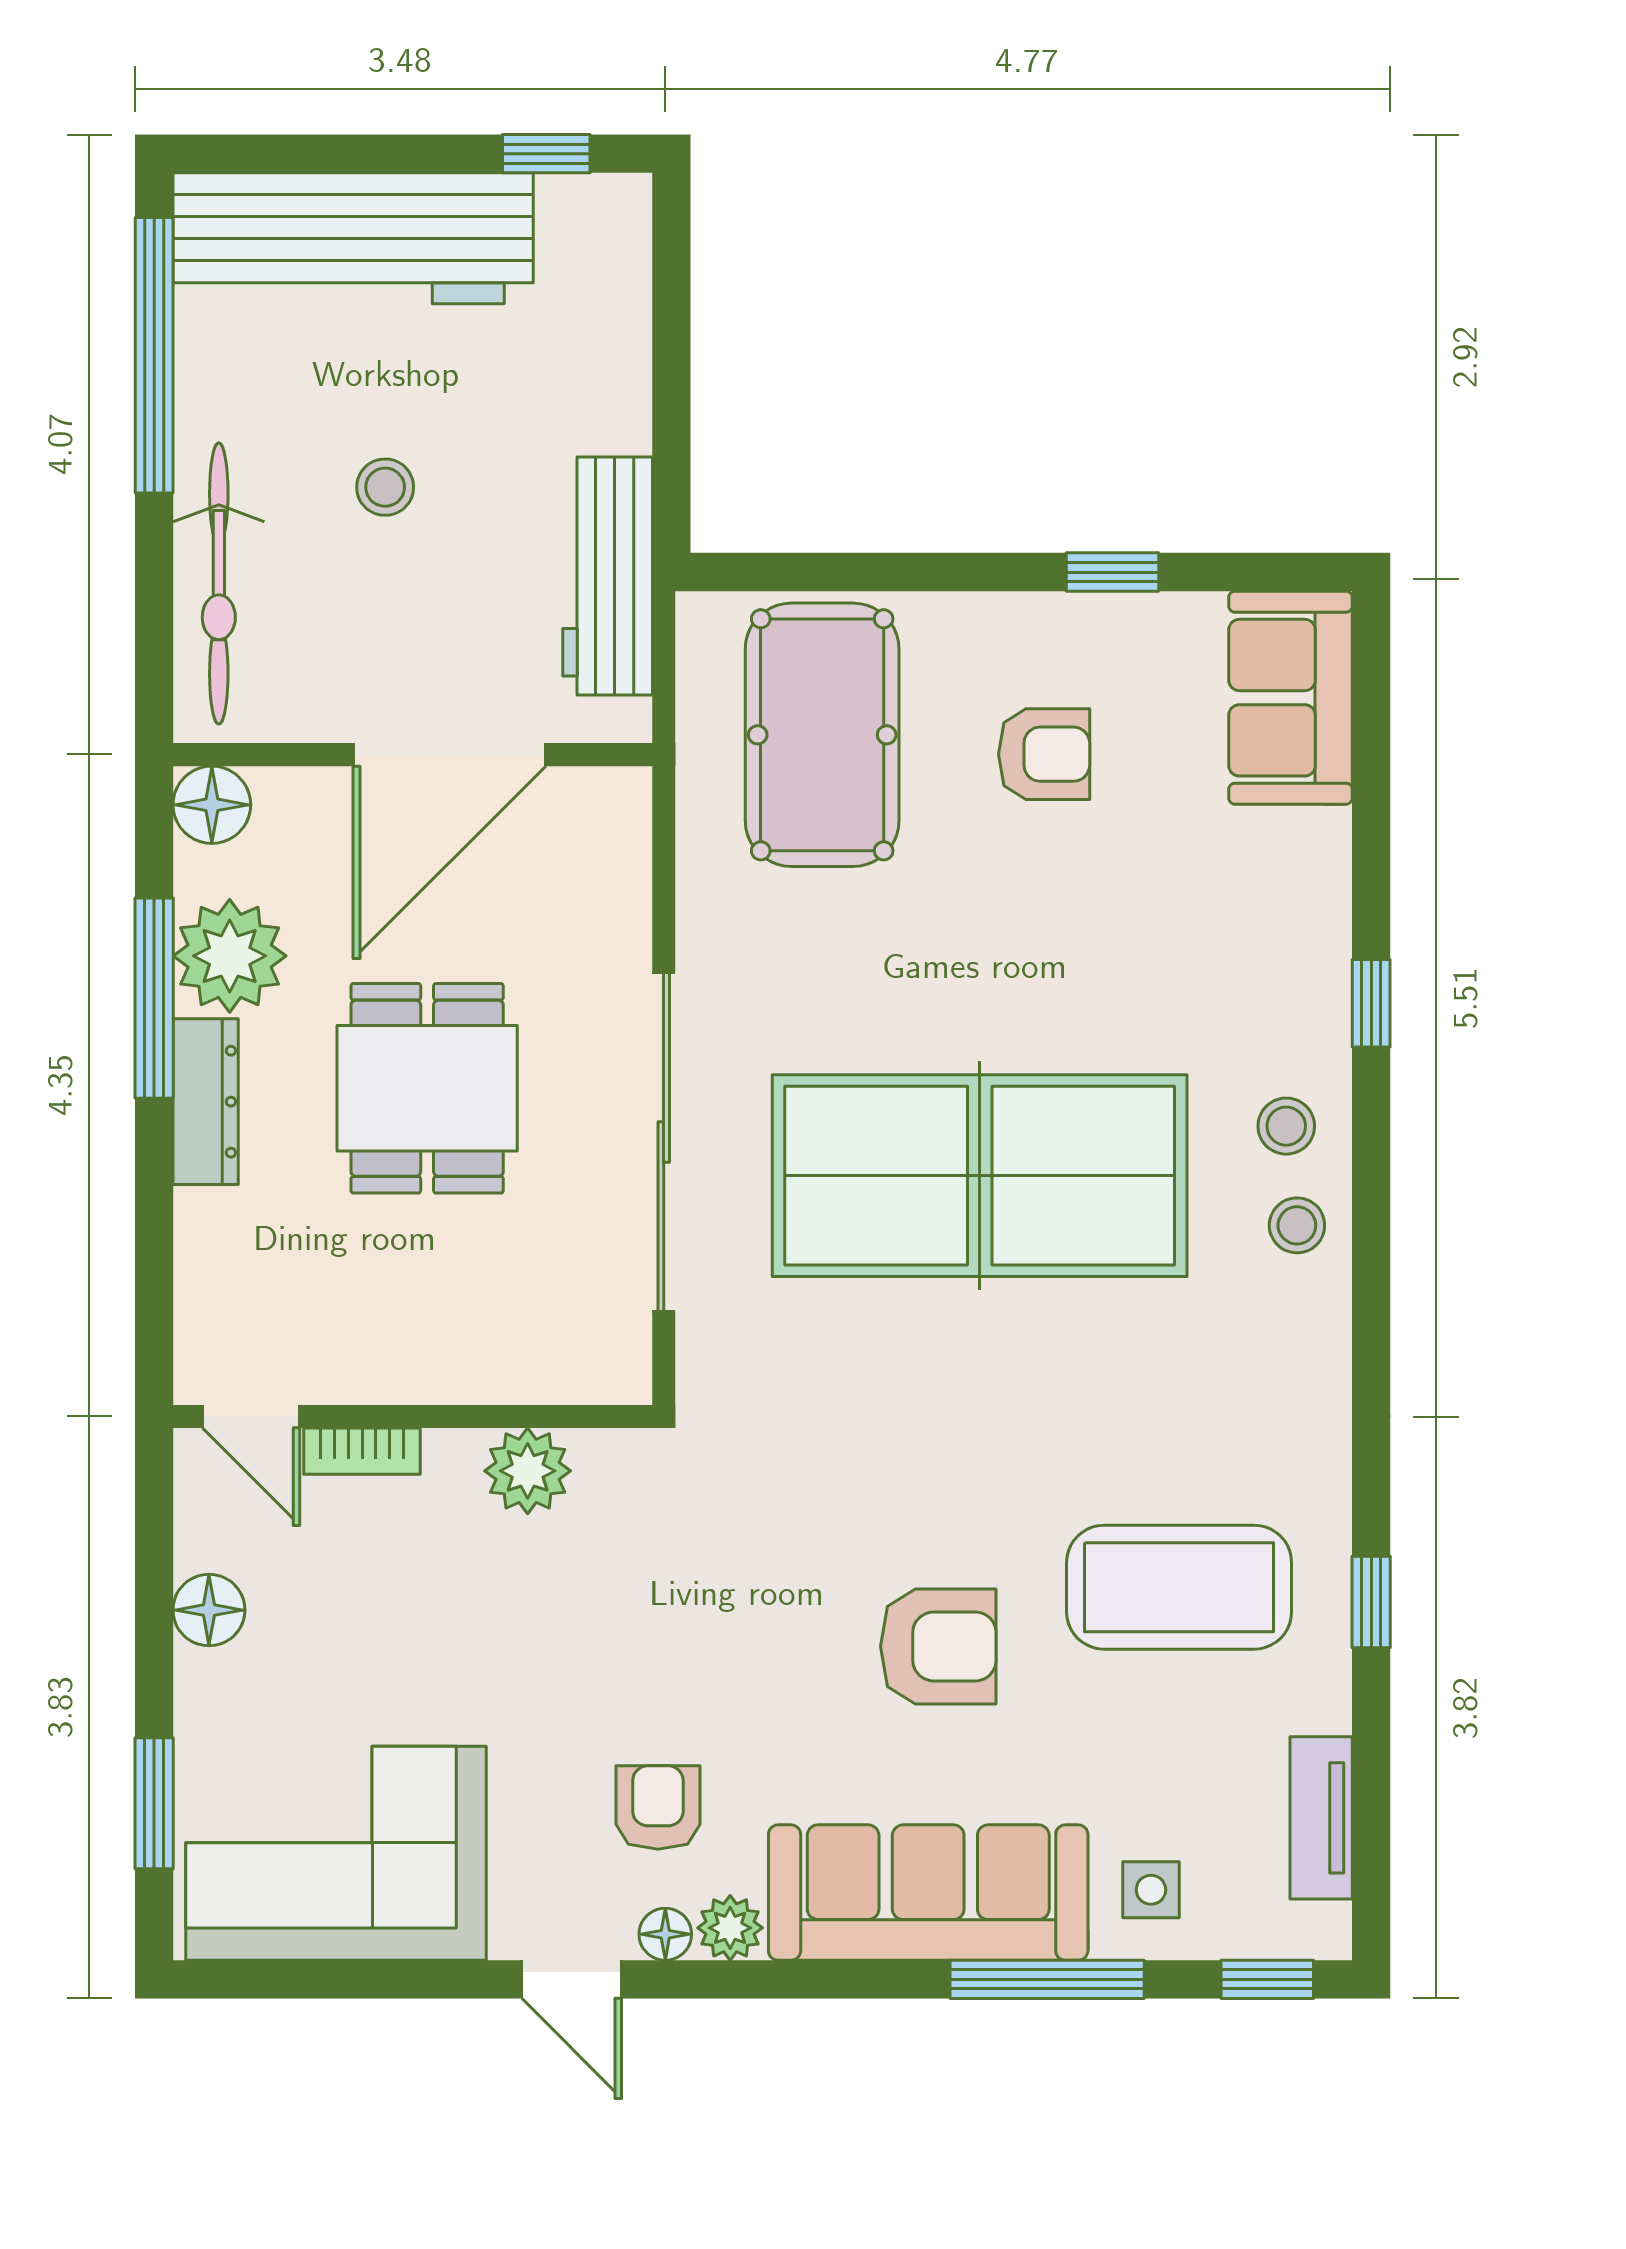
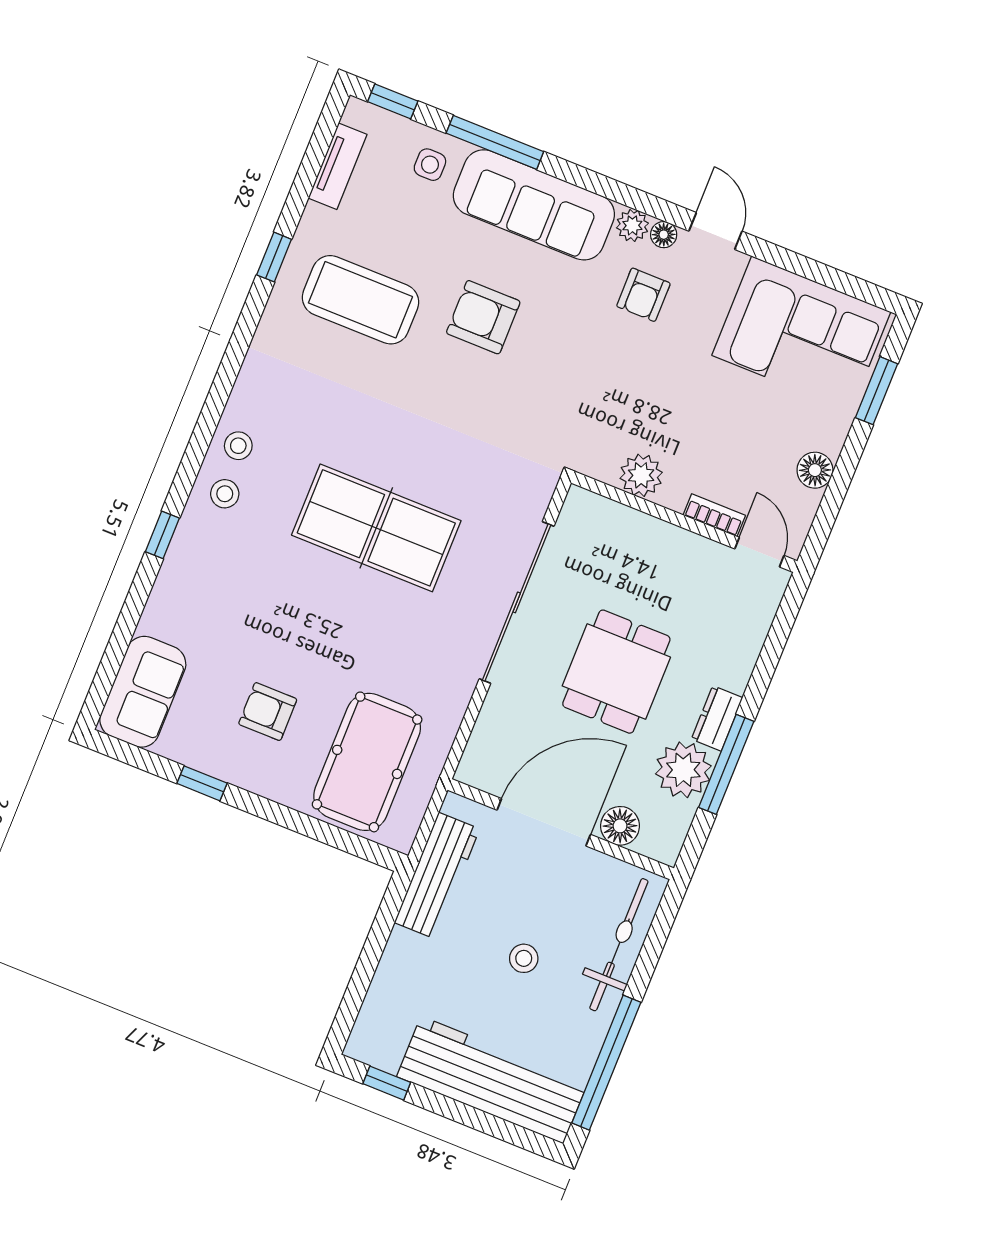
floor lamp: (212, 805) -> (620, 826), moved
dresser: (206, 1102) -> (717, 718), width x0.70
table tennis table: (980, 1176) -> (376, 528), width x0.73, depth x0.76

